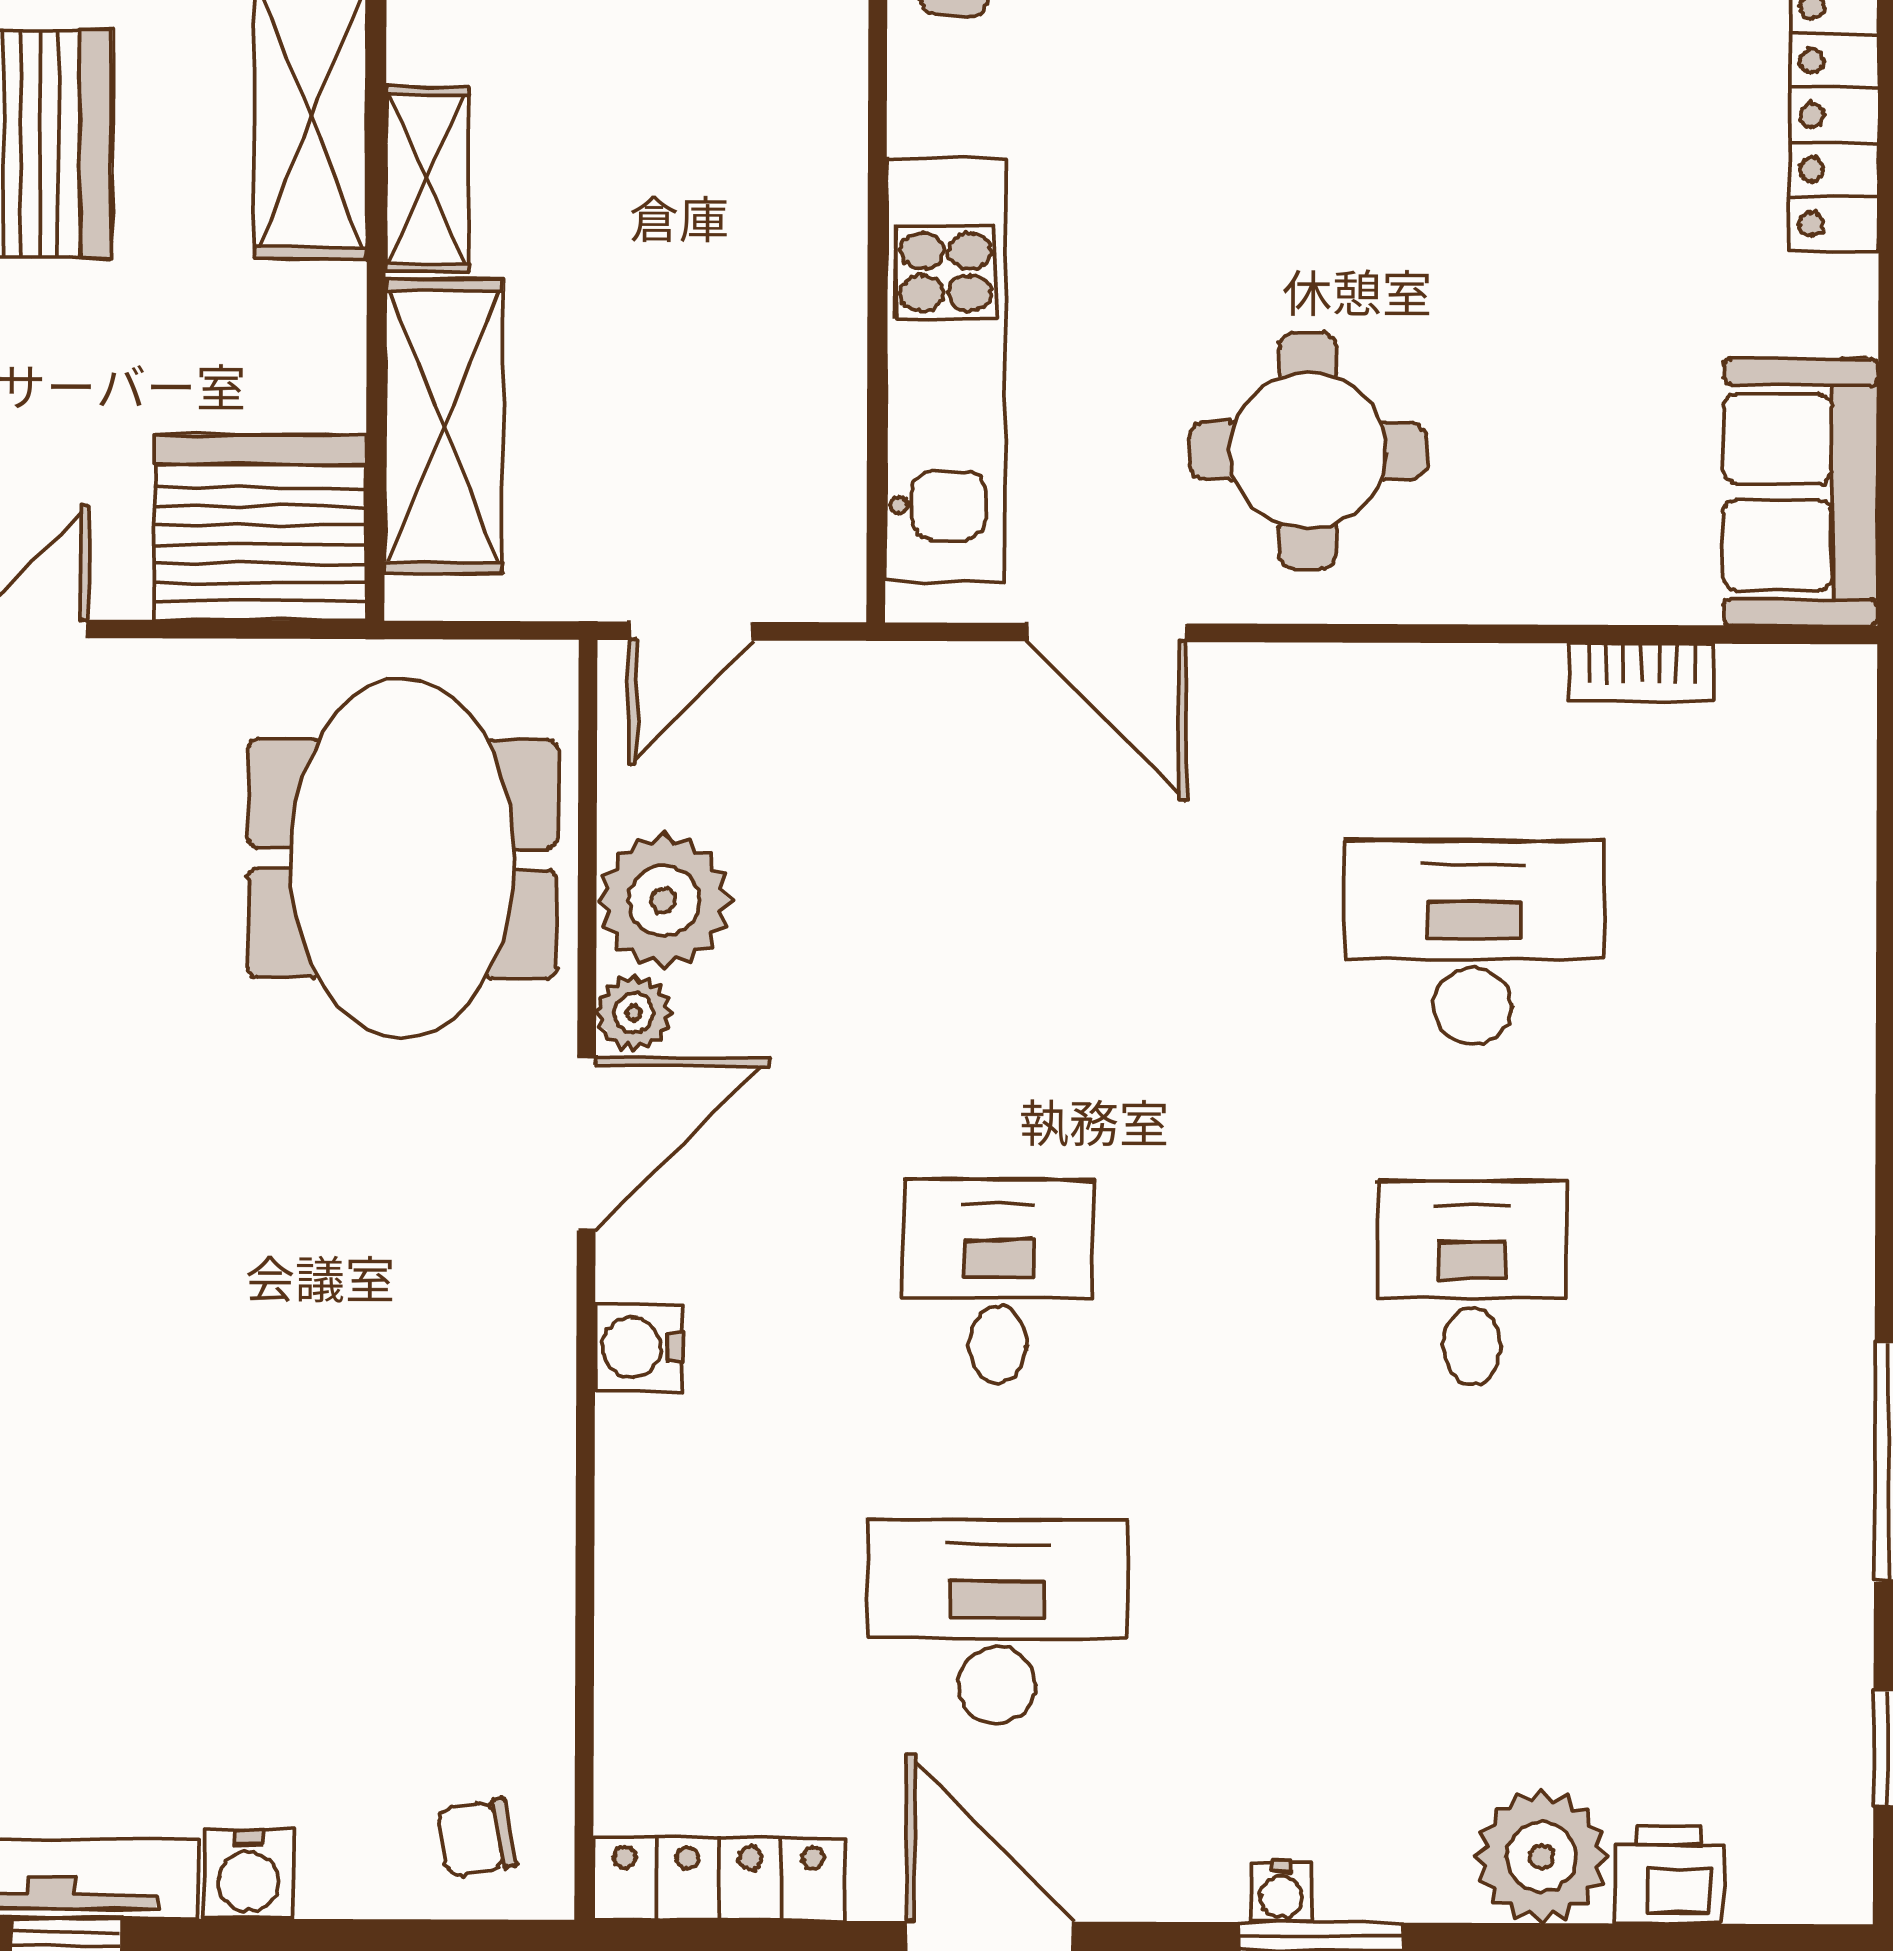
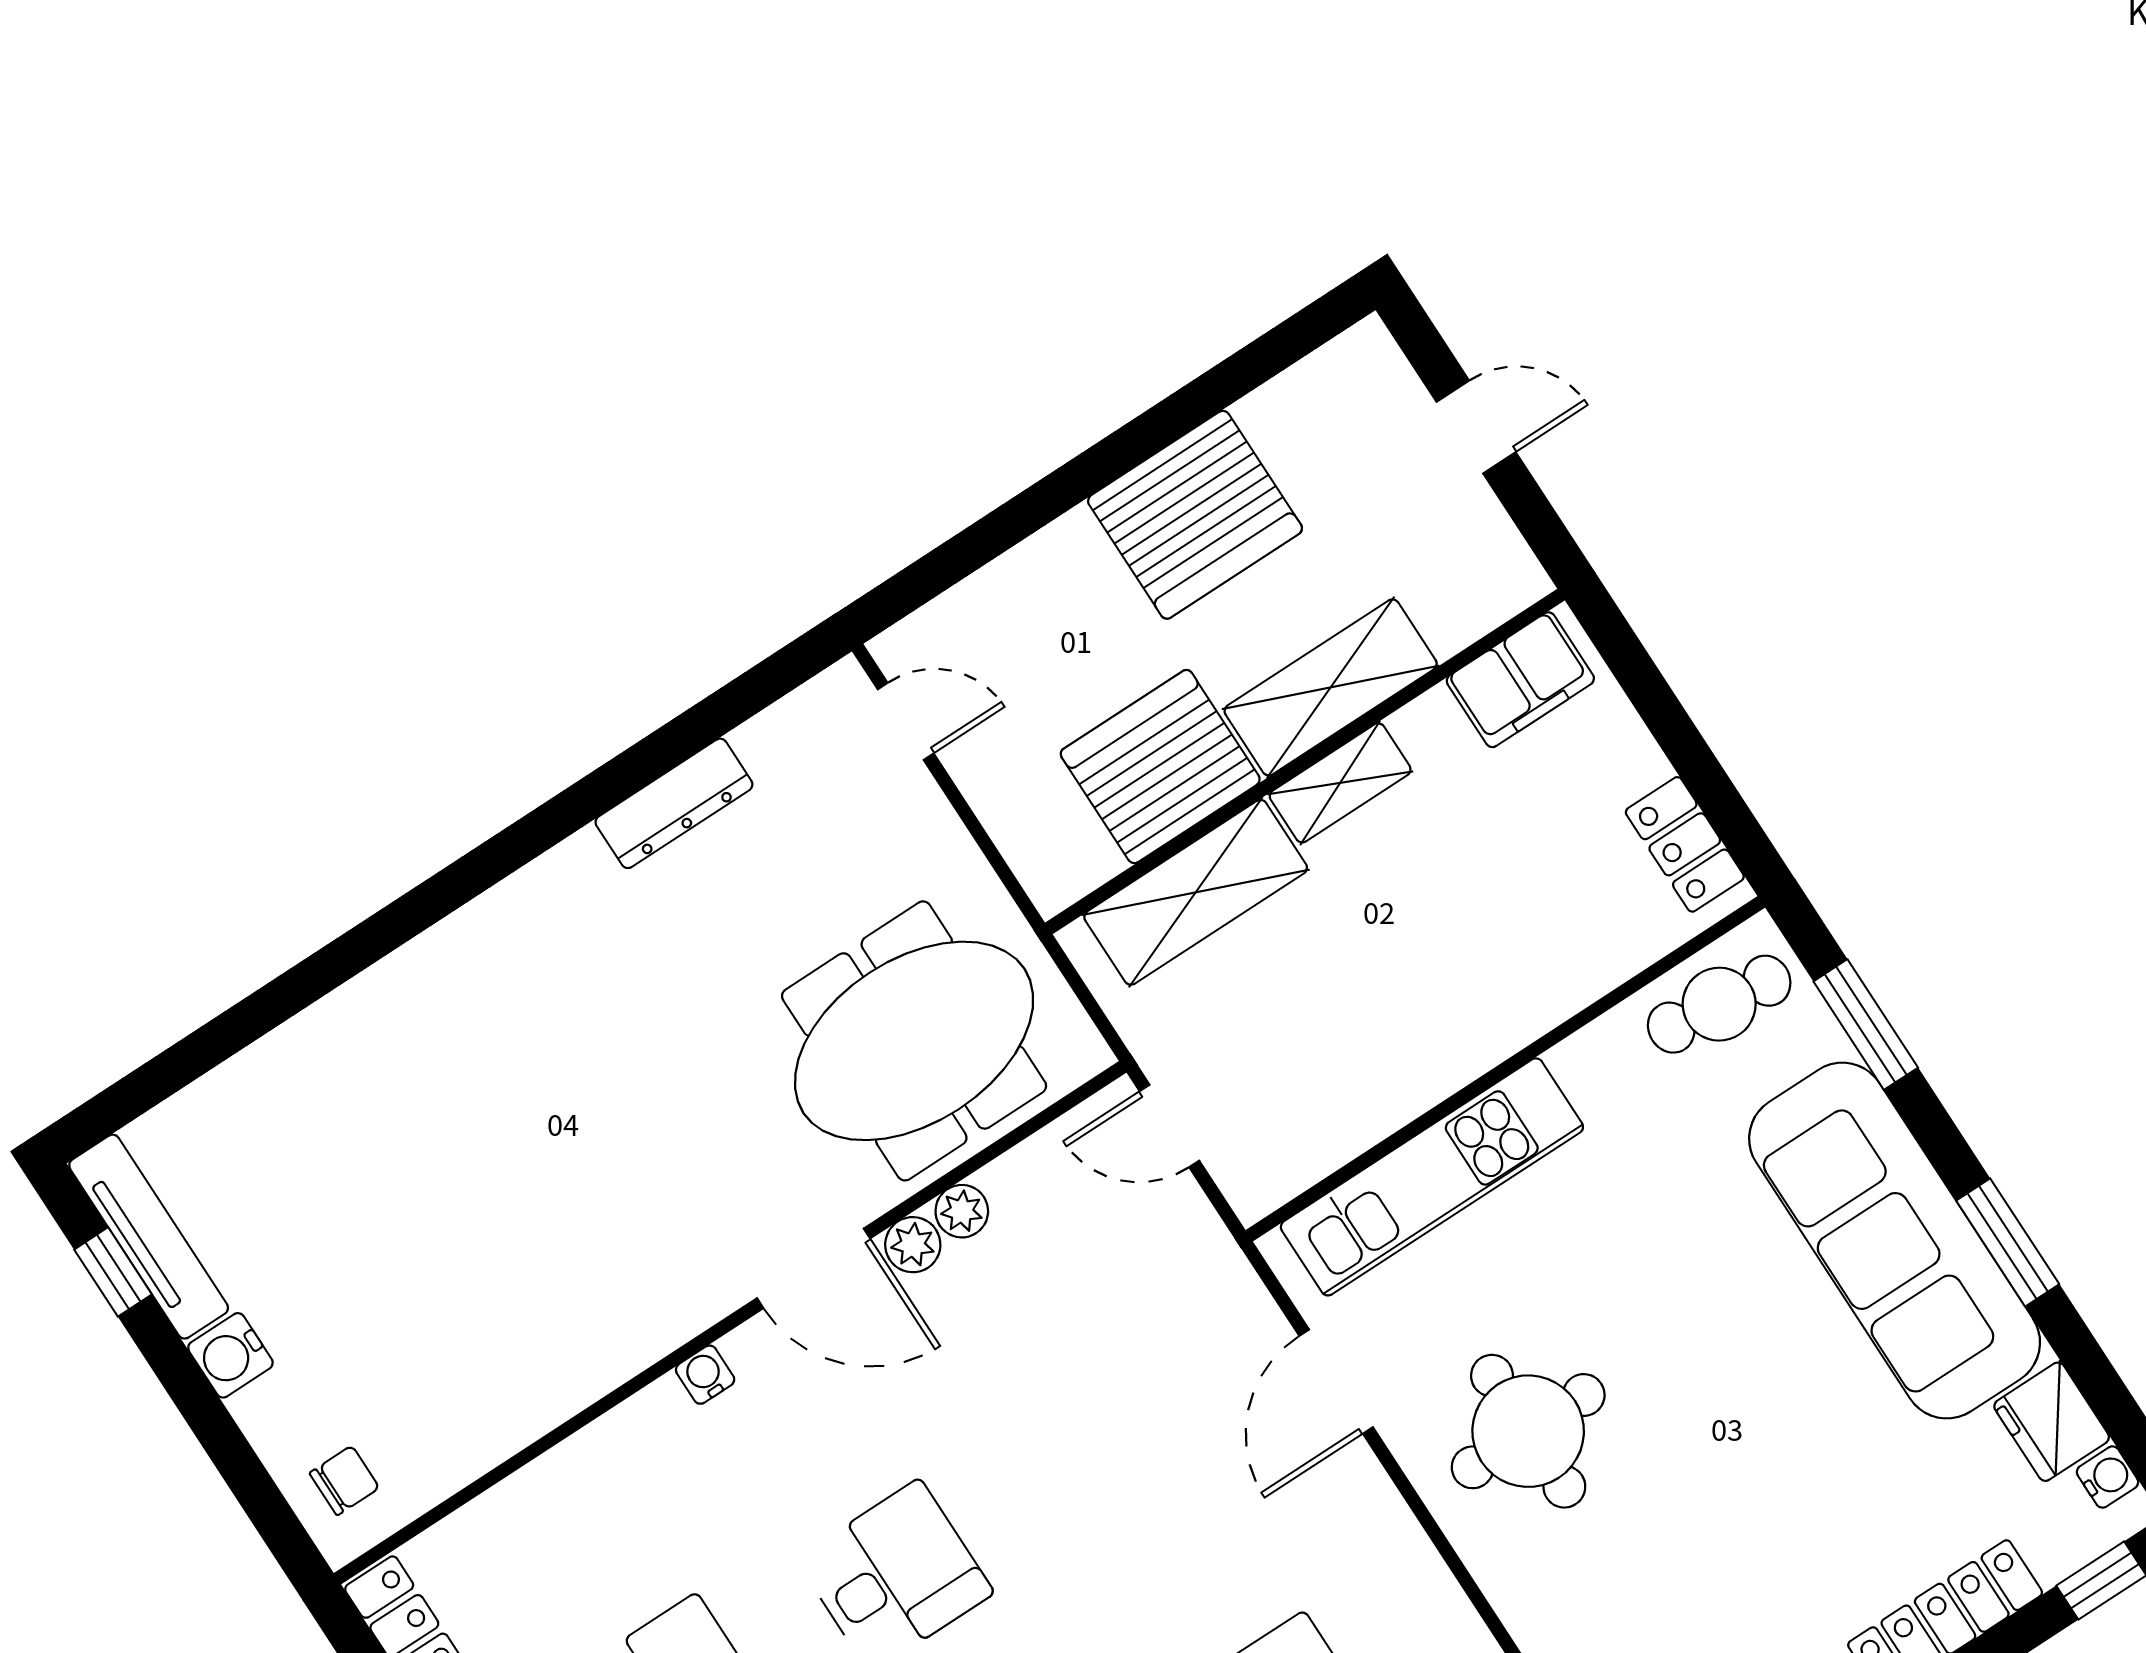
server rack: (260, 528) -> (1160, 767), moved, turned -90
plant: (664, 901) -> (962, 1211), width x0.53, depth x0.53
water cooler: (638, 1347) -> (705, 1375), width x0.72, depth x0.72
chair: (477, 1838) -> (344, 1480), turned 101

